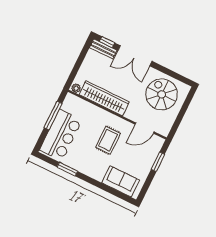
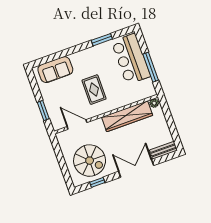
window: (107, 42) -> (97, 182), moved
door: (145, 128) -> (77, 125), hinge flipped

